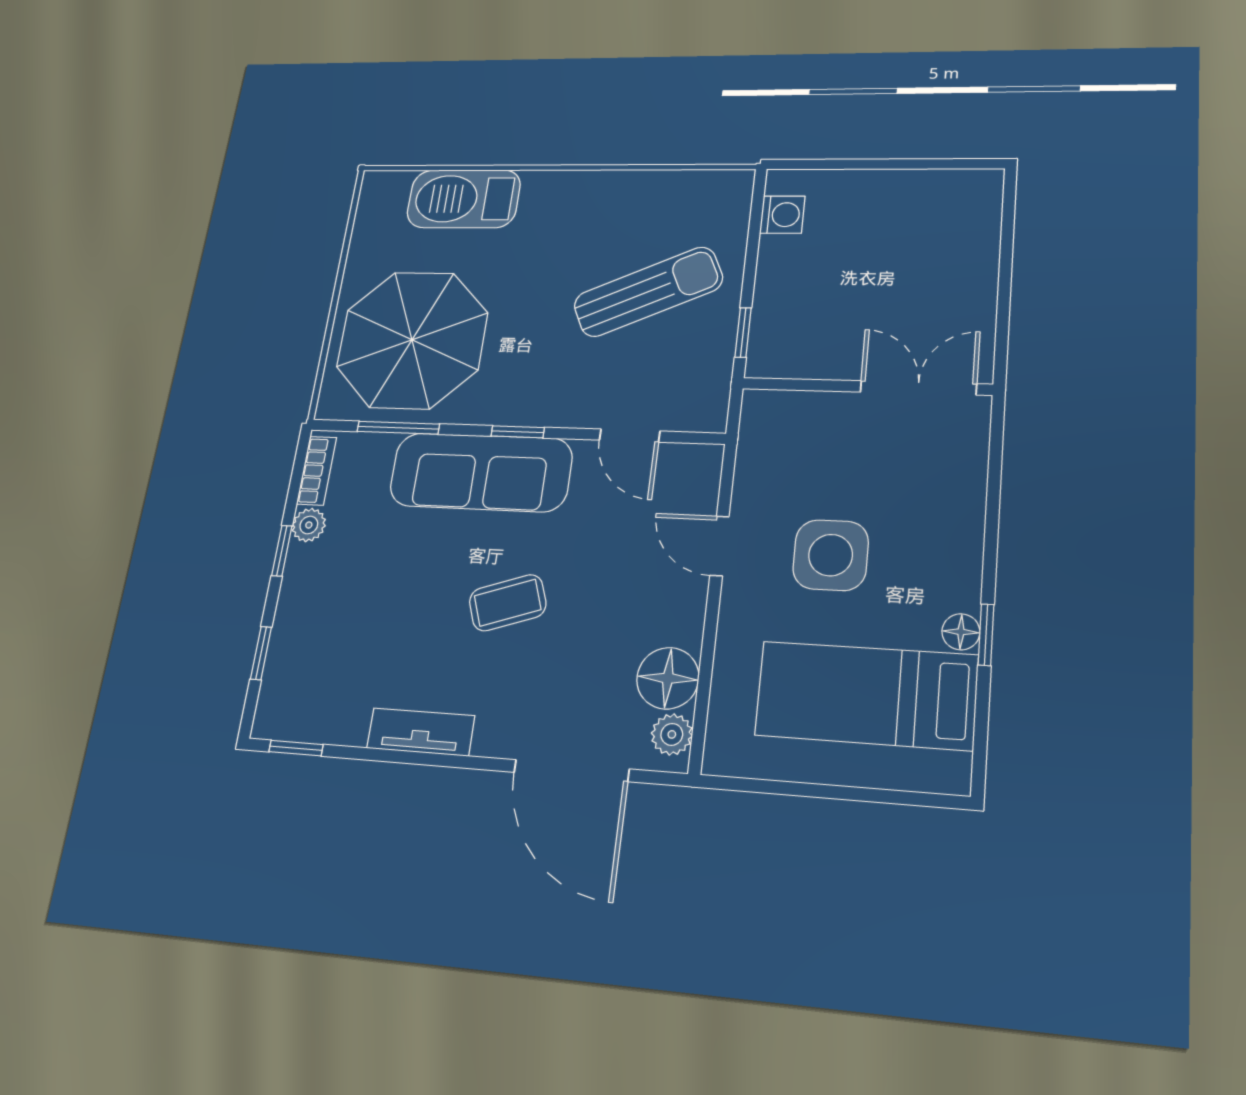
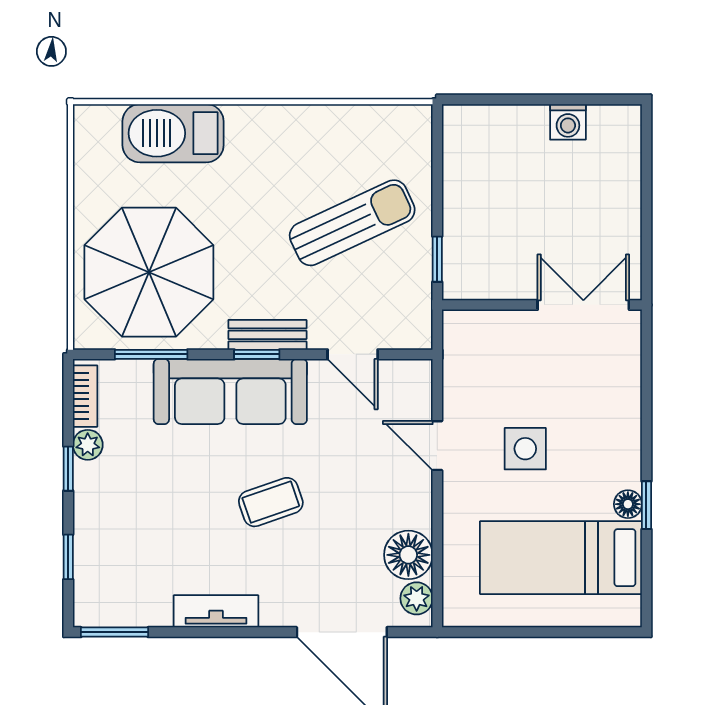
washing machine: (782, 215) -> (568, 122), moved, turned 90
bench: (533, 411) -> (267, 335), added
side table: (831, 555) -> (525, 449), width x0.73, depth x0.73
window: (296, 748) -> (114, 632), width x1.50

